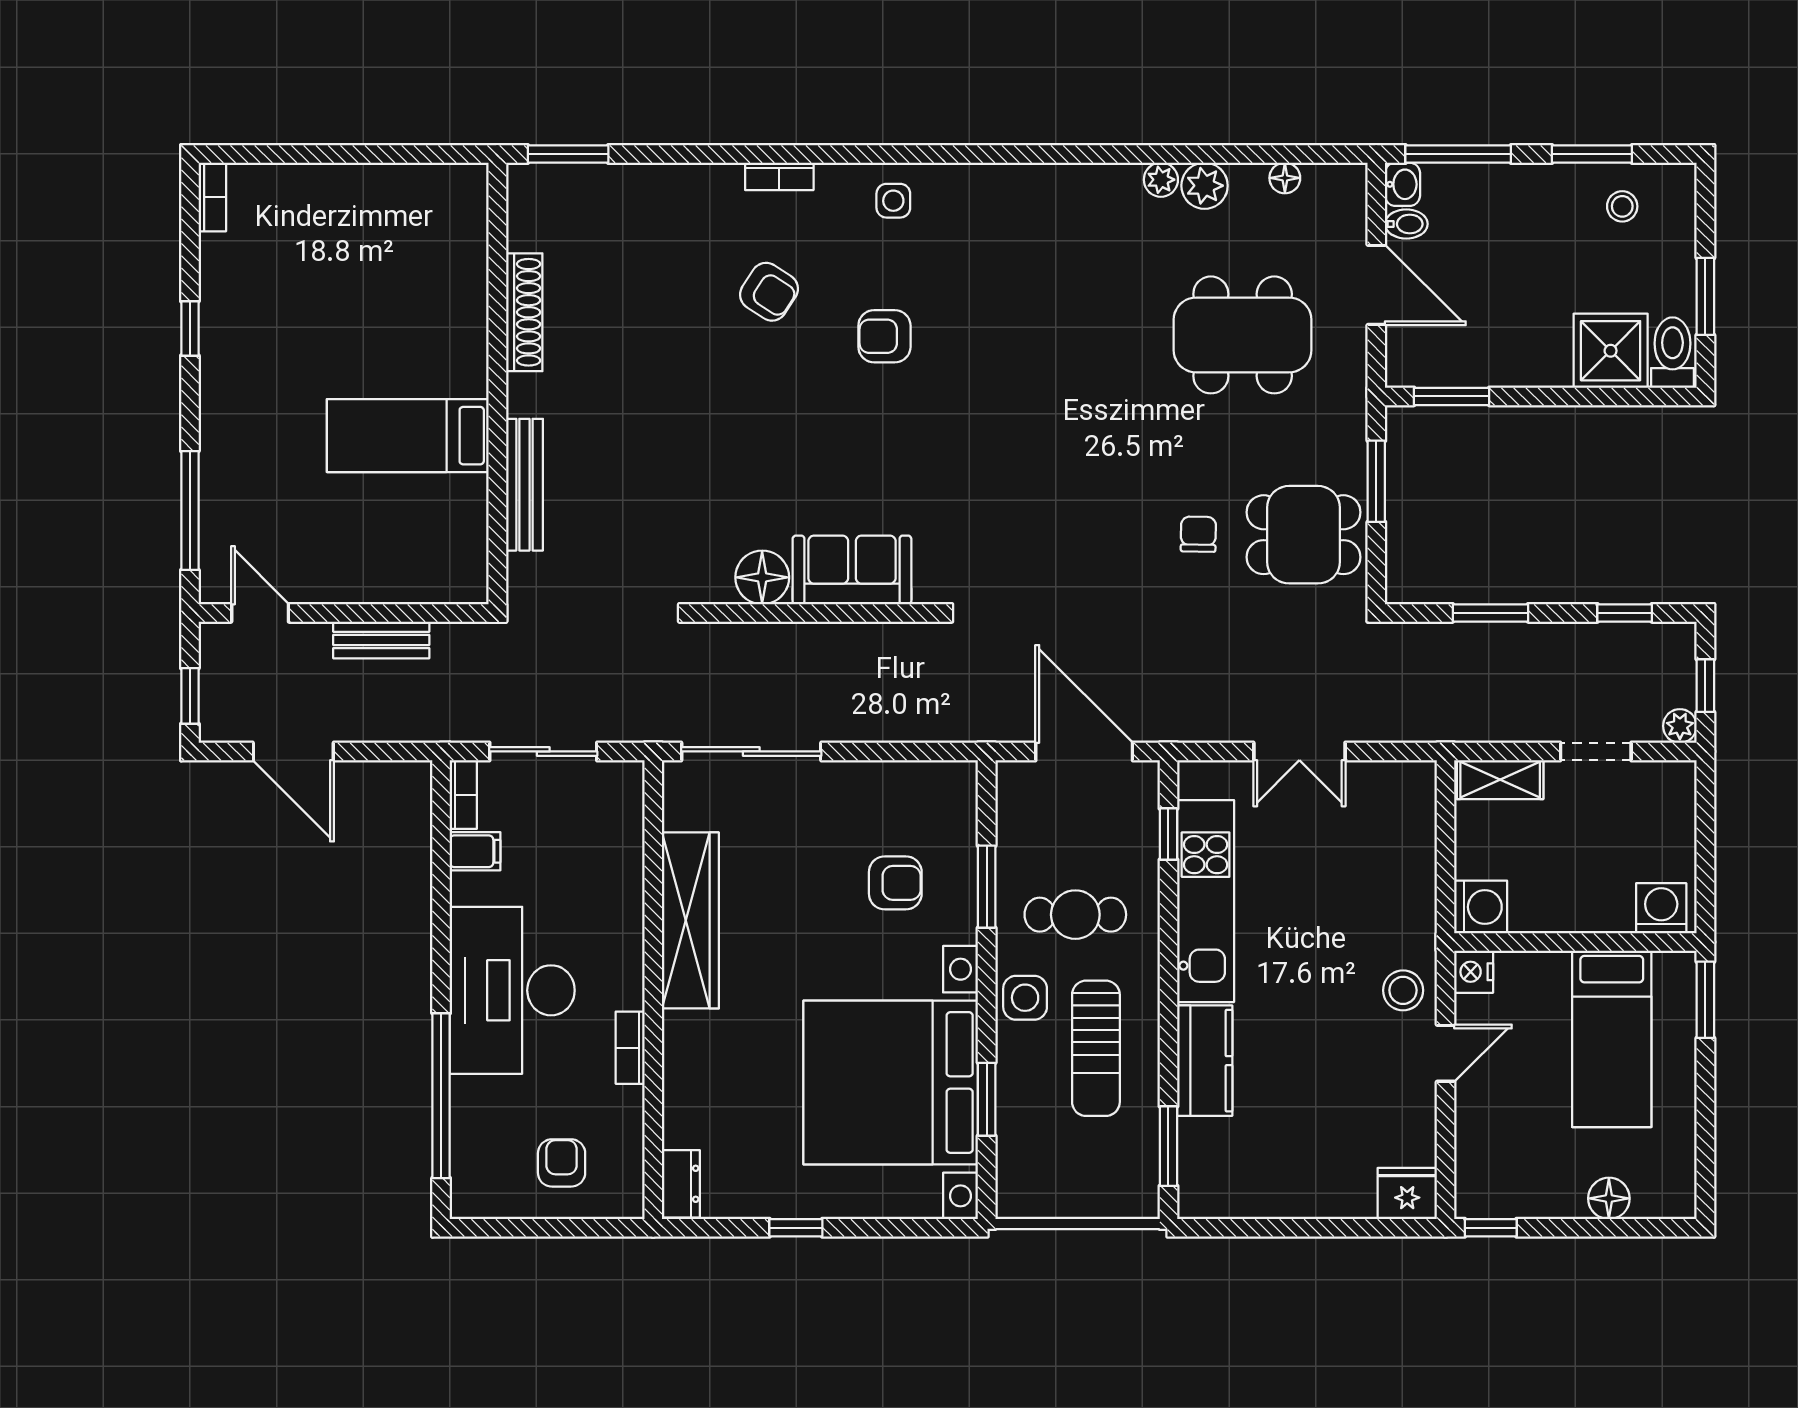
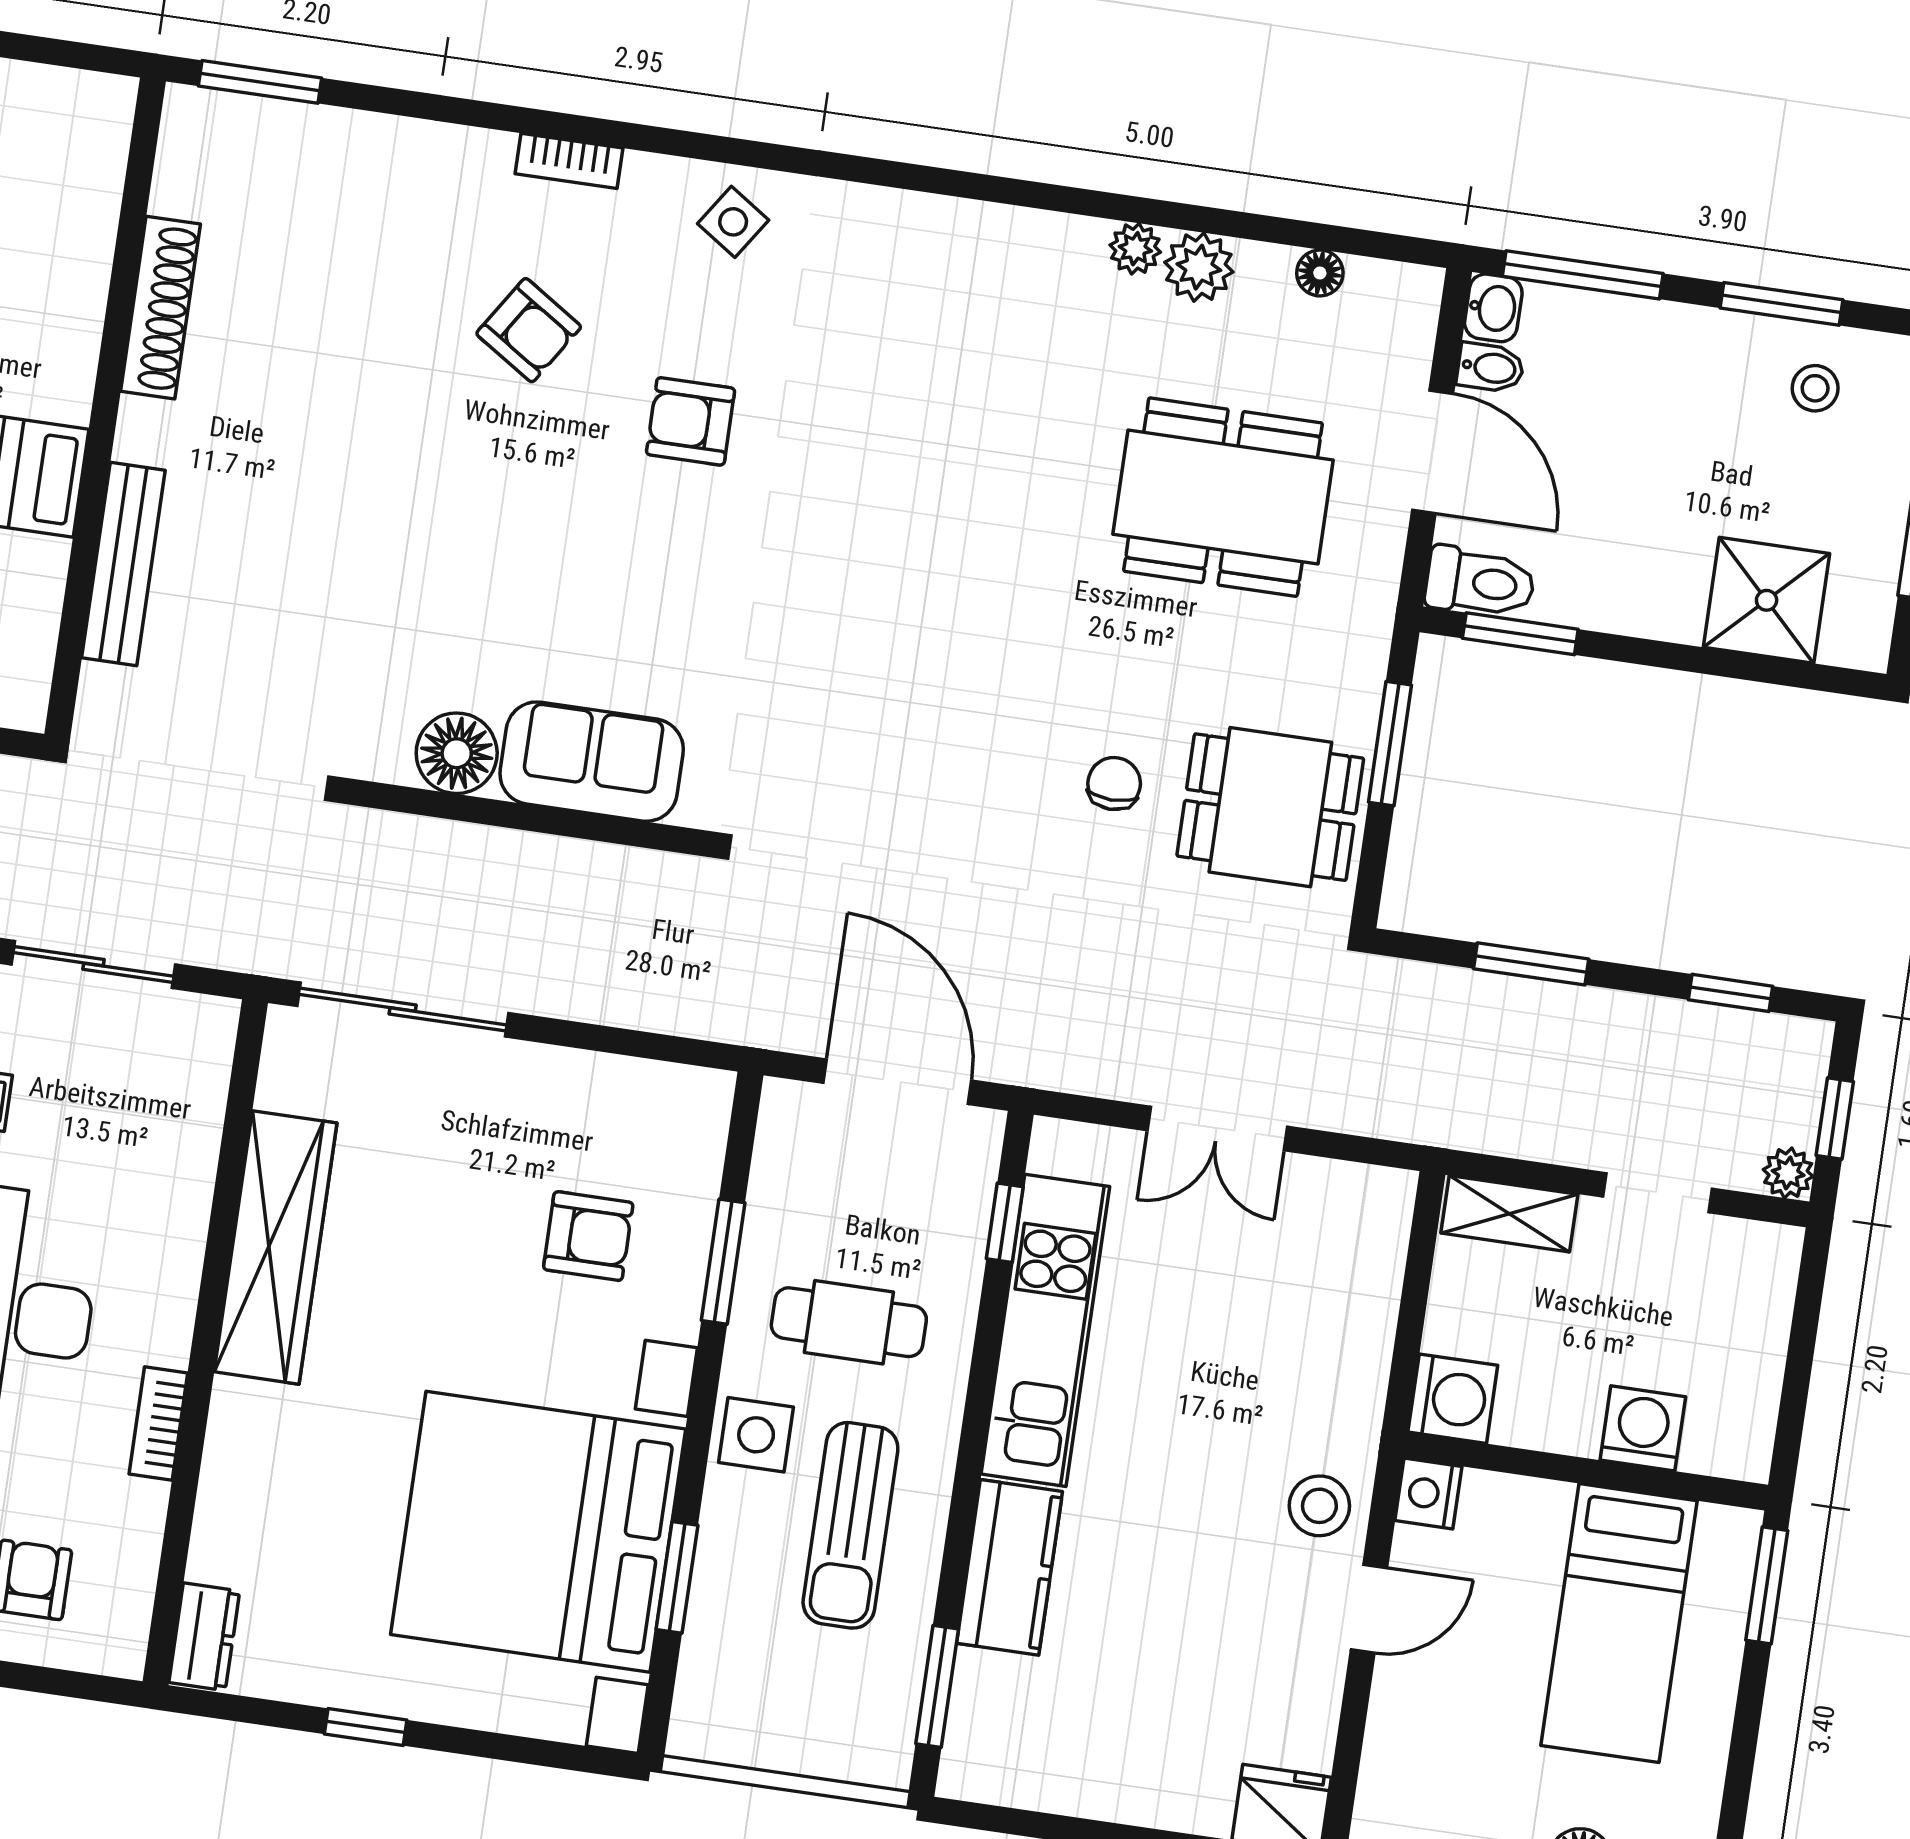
side table: (893, 201) -> (733, 222), turned 34
toilet: (1672, 353) -> (1480, 582), moved, turned 90
washing machine: (1661, 908) -> (1643, 1428), moved

